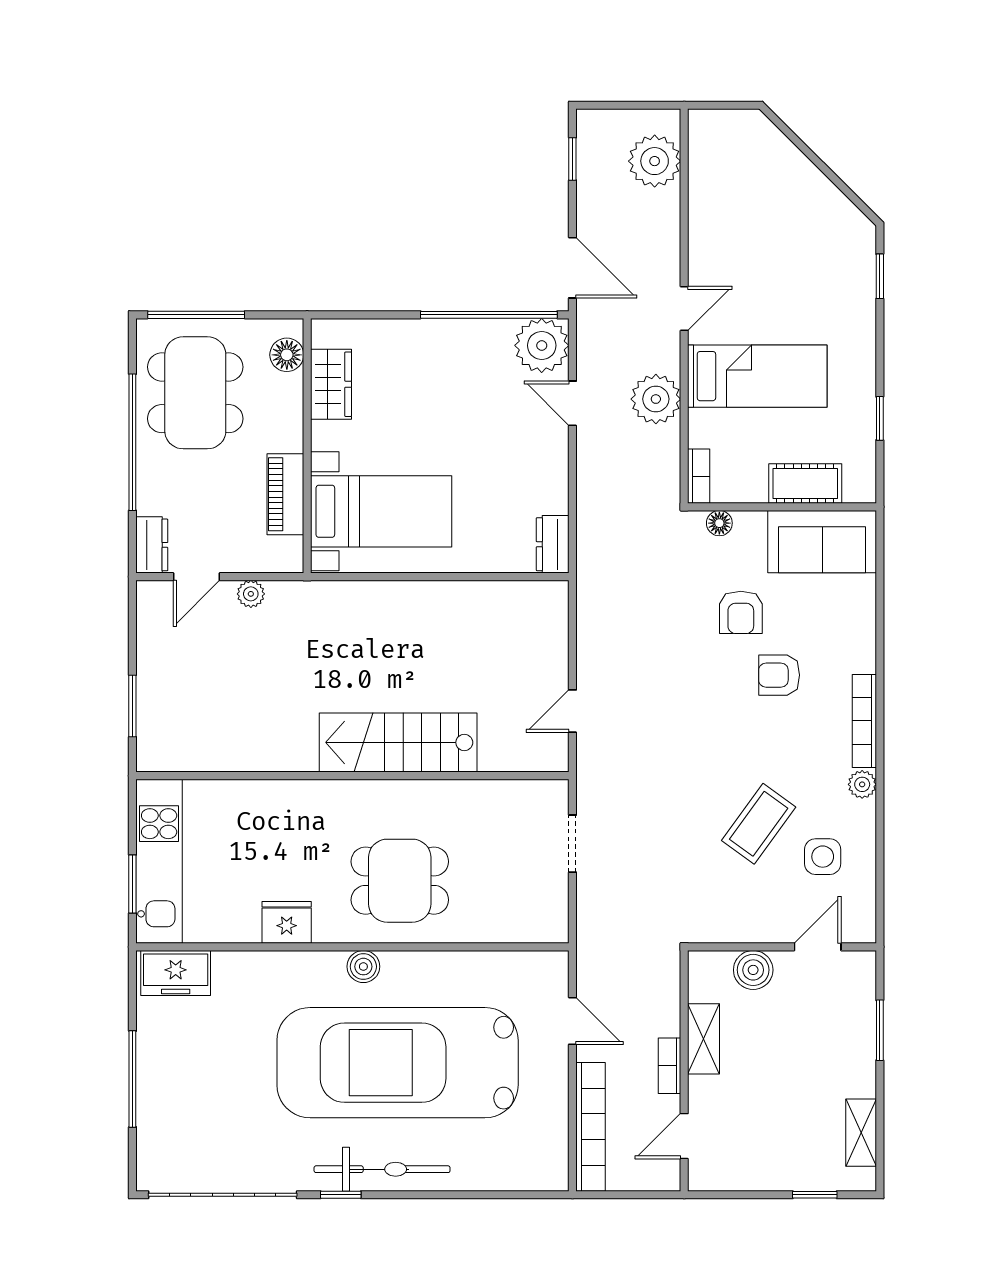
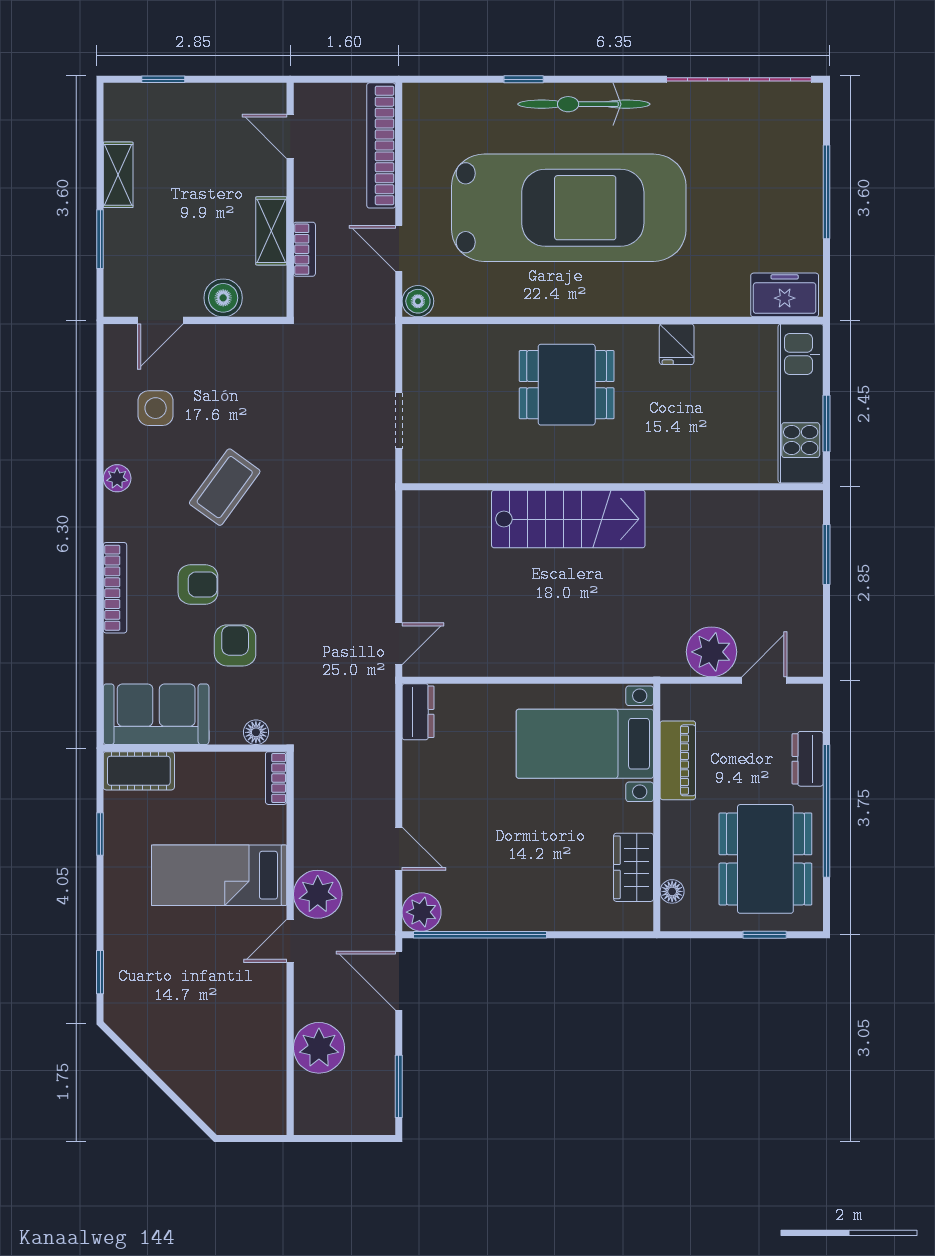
window: (572, 159) -> (399, 1086), width x1.50
plant: (655, 161) -> (319, 1048), moved
window: (196, 315) -> (765, 935), width x0.46
plant: (542, 345) -> (422, 912), width x0.73, depth x0.73
floor lamp: (287, 355) -> (672, 891), width x0.73, depth x0.73
plant: (656, 399) -> (318, 894), moved
cot: (805, 484) -> (139, 771), moved
dresser: (152, 545) -> (808, 759), moved
plant: (251, 594) -> (711, 652), width x1.88, depth x1.88
door: (572, 711) -> (399, 644), moved
bookcase: (864, 721) -> (115, 588), moved
coffee table: (759, 824) -> (225, 487), moved
window: (132, 884) -> (827, 424), moved
fridge: (287, 922) -> (677, 344), width x0.72
boiler: (363, 967) -> (418, 301), moved
bookcase: (670, 1066) -> (304, 249), moved
shelving: (861, 1133) -> (118, 175), moved
door: (684, 1136) -> (290, 136), swing flipped
window: (341, 1195) -> (524, 79), moved

